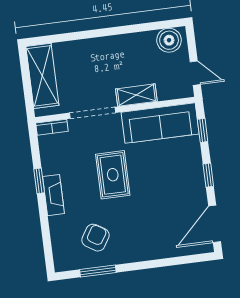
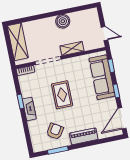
boiler: (169, 40) -> (63, 21), moved
sofa: (160, 123) -> (102, 77), moved, turned 90
piano: (145, 250) -> (84, 136), added

